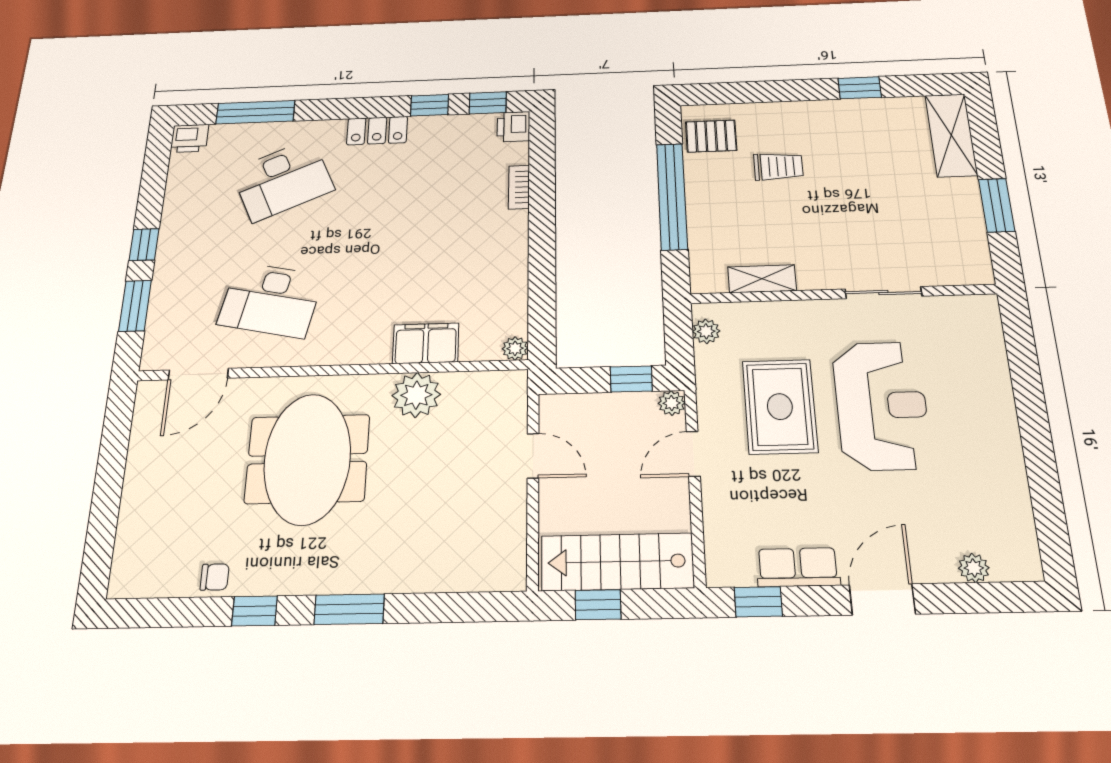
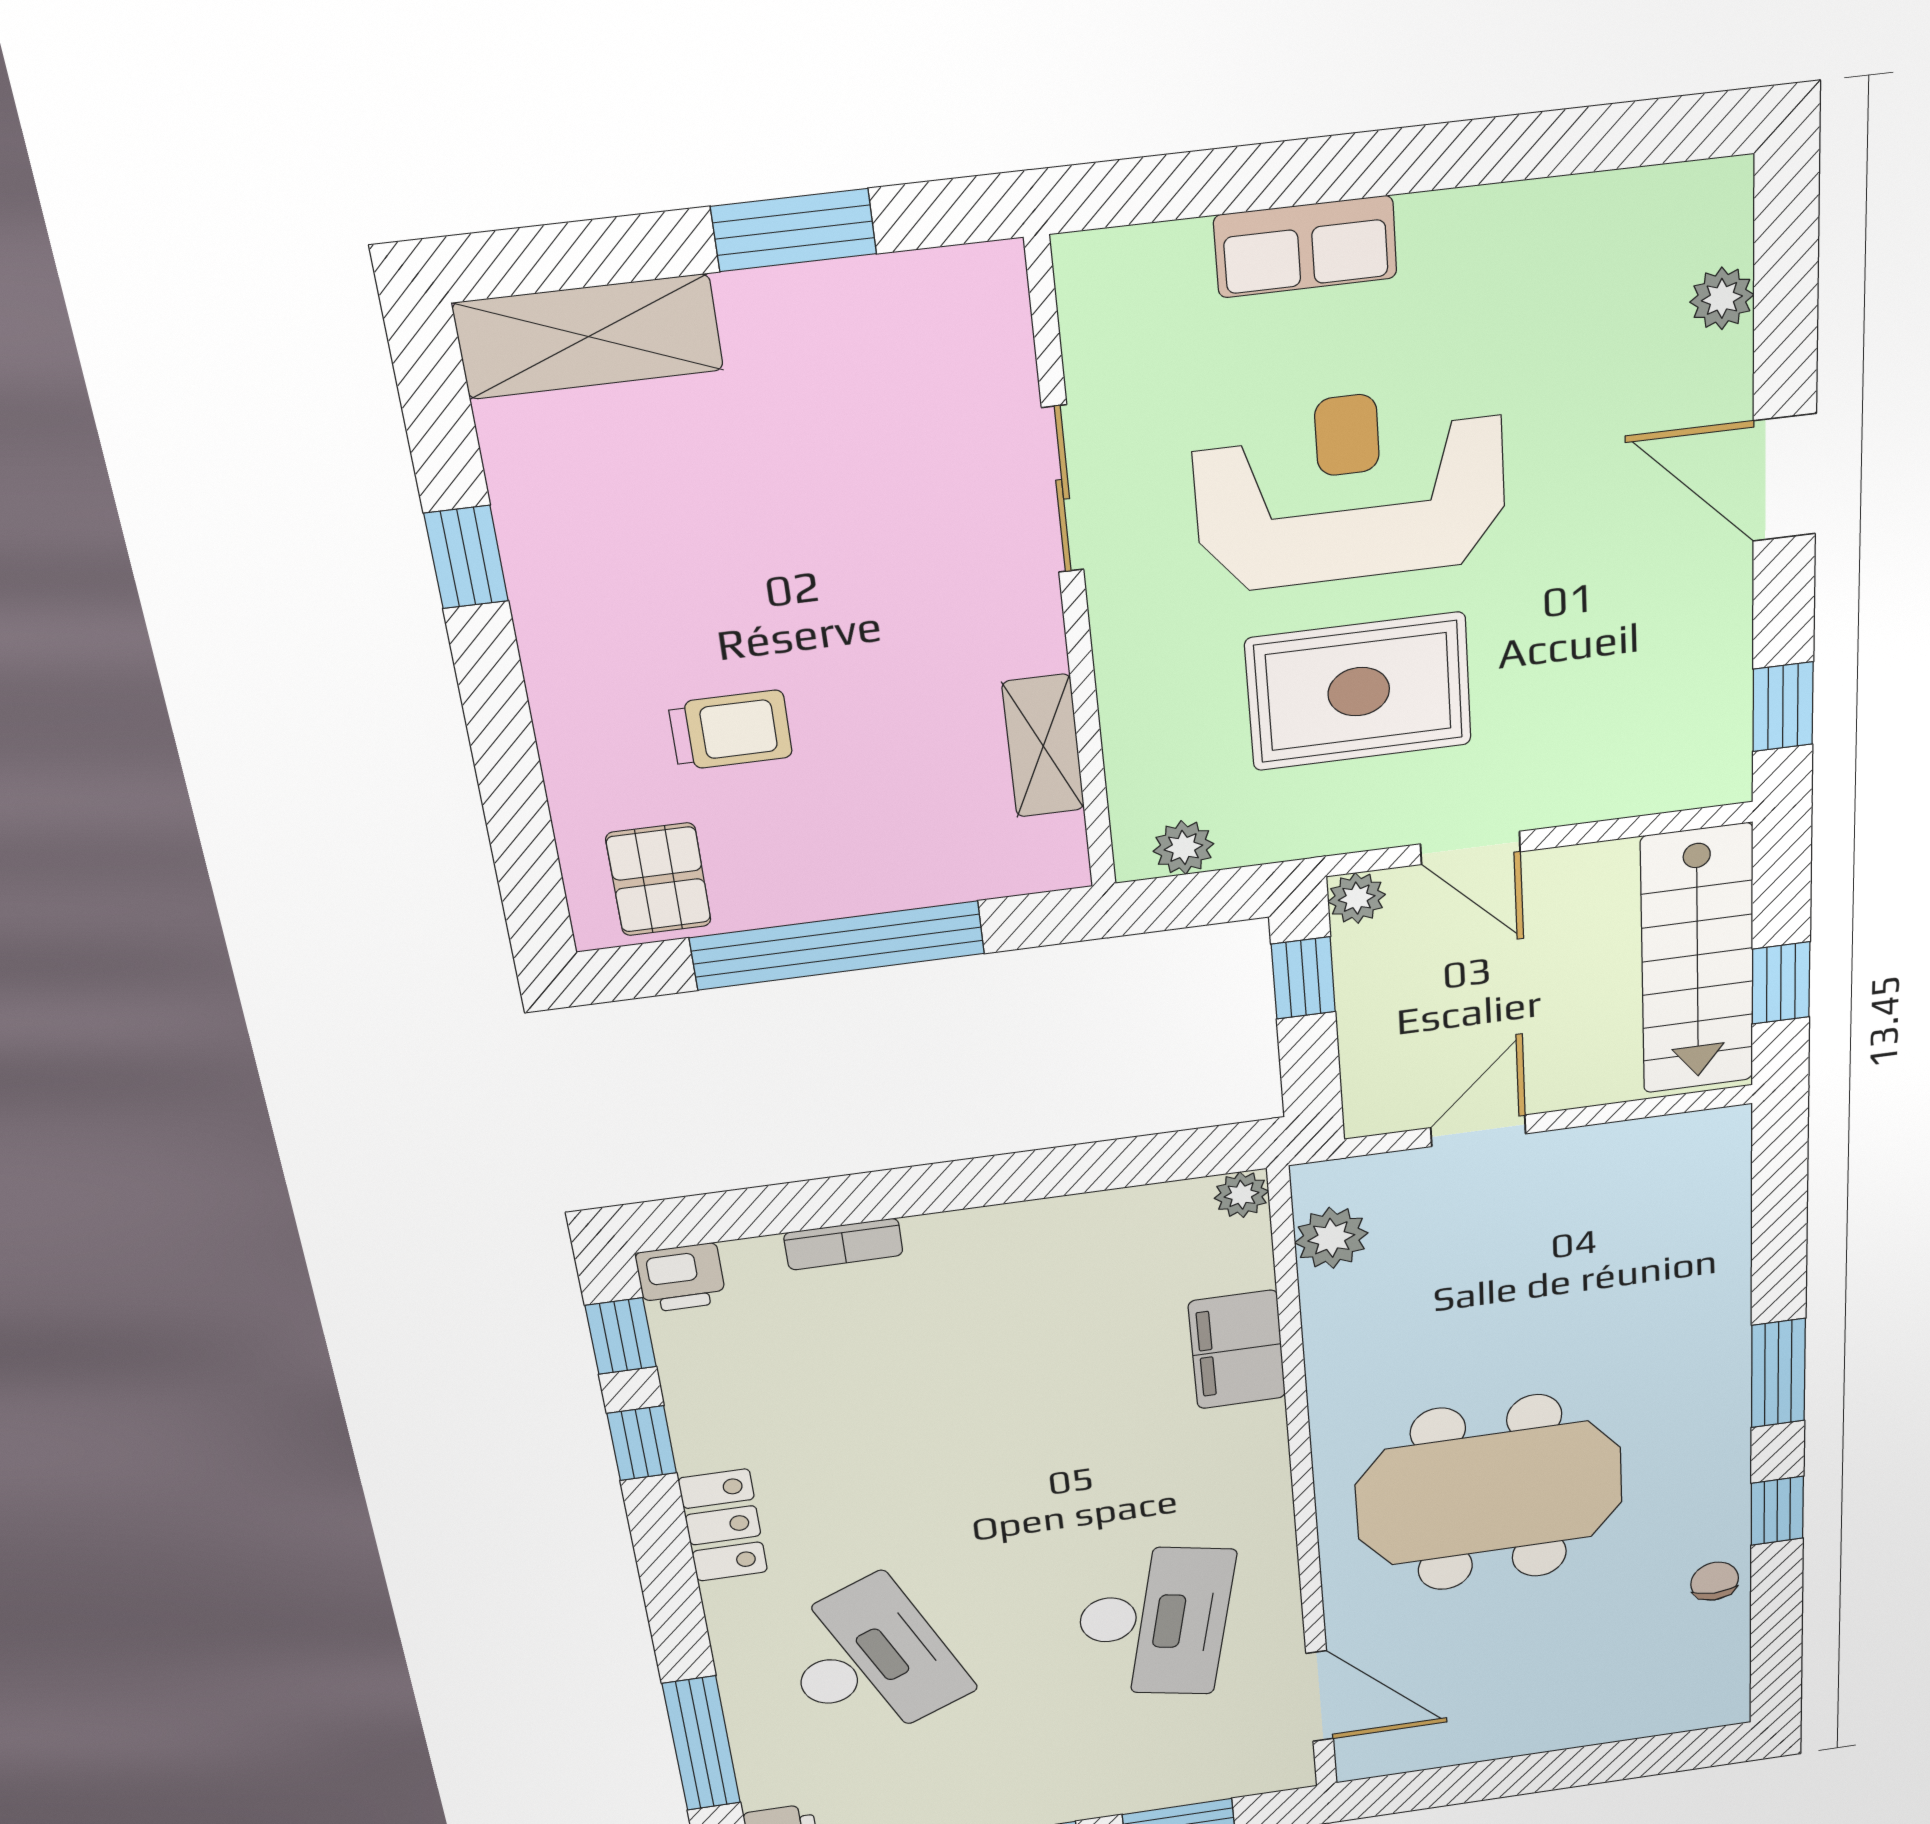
trolley: (778, 167) -> (731, 730), turned 90
plant: (416, 395) -> (1331, 1238), moved, width x0.73, depth x0.73
row of seats: (798, 567) -> (1305, 247), moved, turned -90

